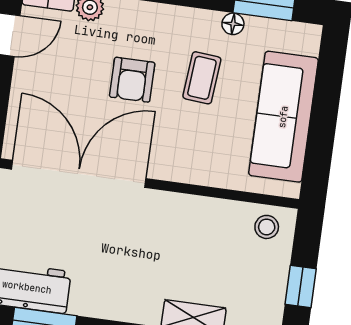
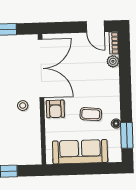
armchair: (132, 80) -> (55, 109), moved, turned -90
stool: (267, 227) -> (23, 106), moved

